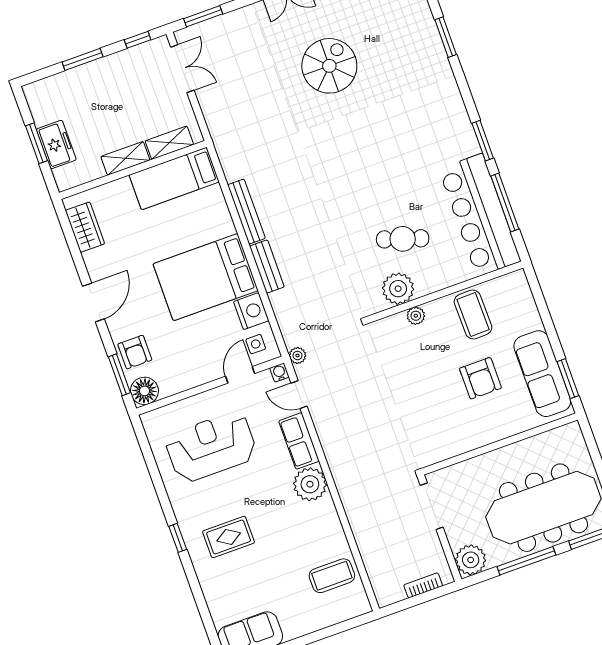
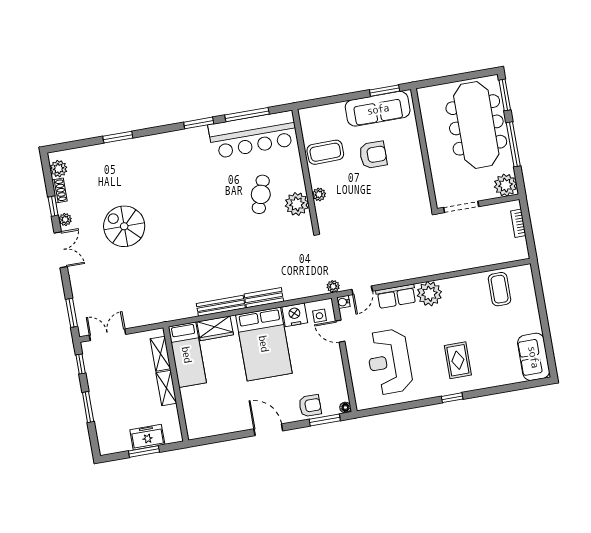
wardrobe: (85, 227) -> (215, 328), moved, turned 180
floor lamp: (144, 391) -> (345, 407), width x0.53, depth x0.53

